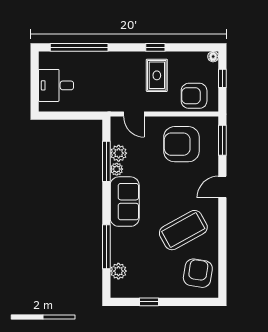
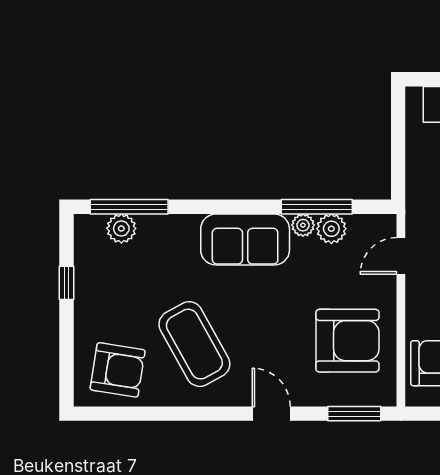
armchair: (181, 144) -> (347, 341), turned 90
window: (106, 247) -> (129, 207), moved

